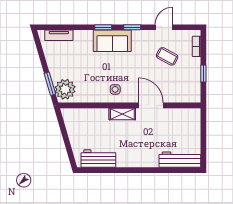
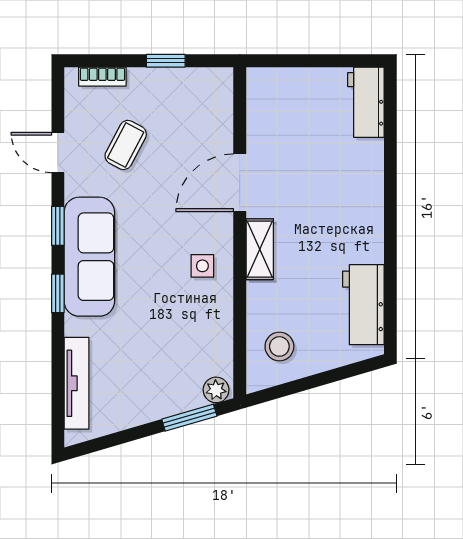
tv unit: (59, 35) -> (77, 383), width x1.41
sofa: (112, 41) -> (89, 257), width x1.36
plant: (65, 89) -> (216, 390), width x0.53, depth x0.53
stool: (80, 122) -> (279, 346), added
workbench: (180, 160) -> (366, 102), width x0.73

